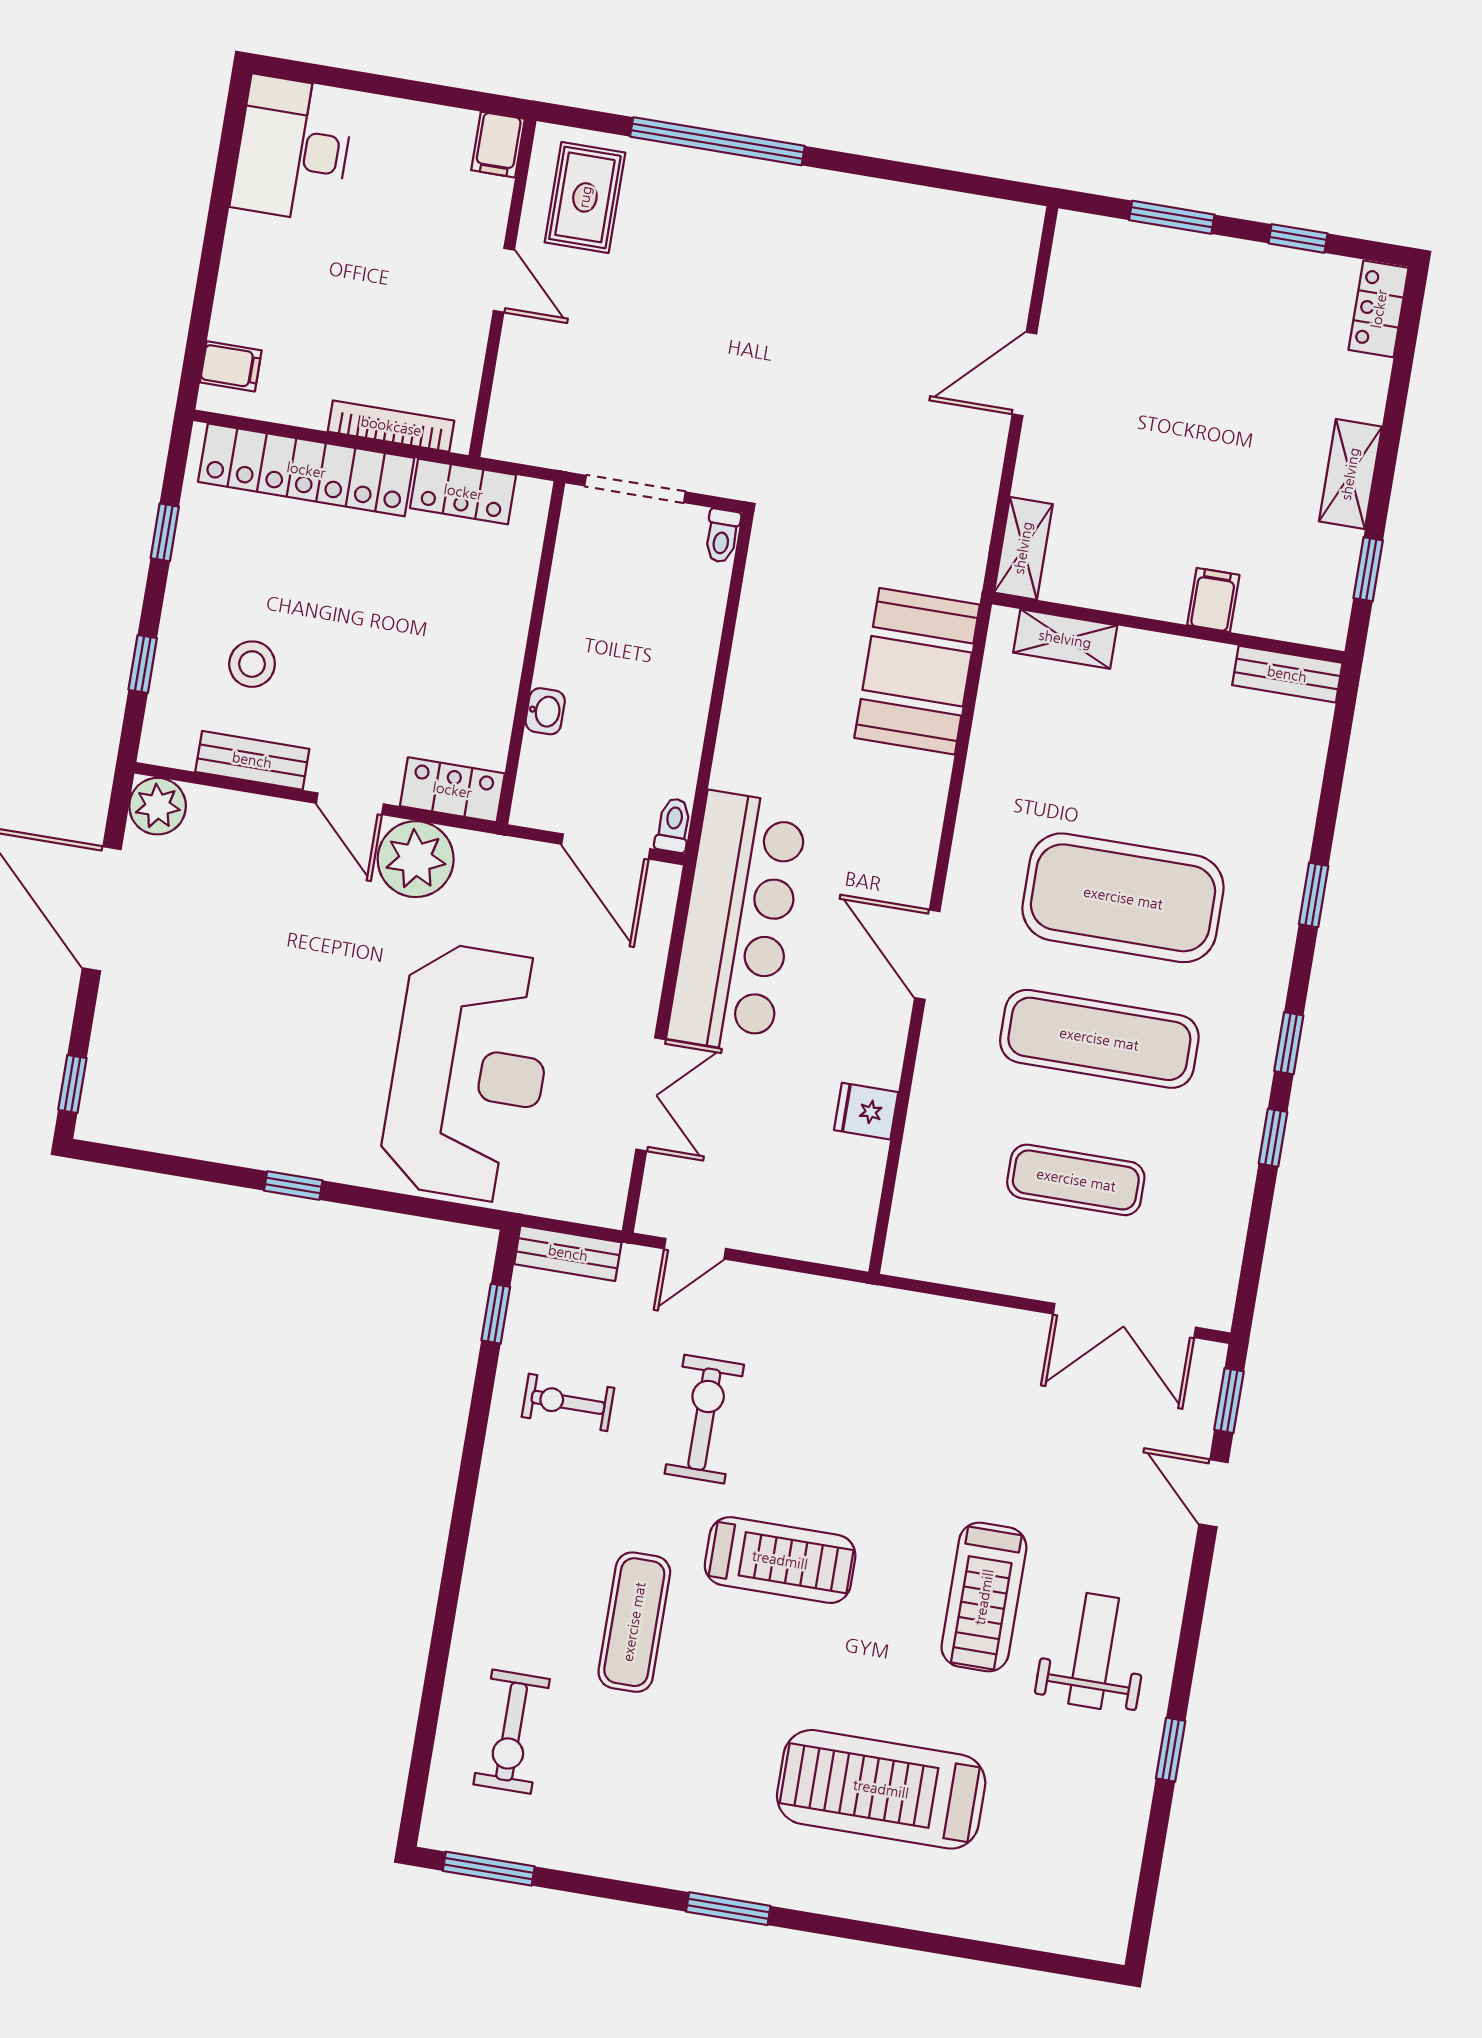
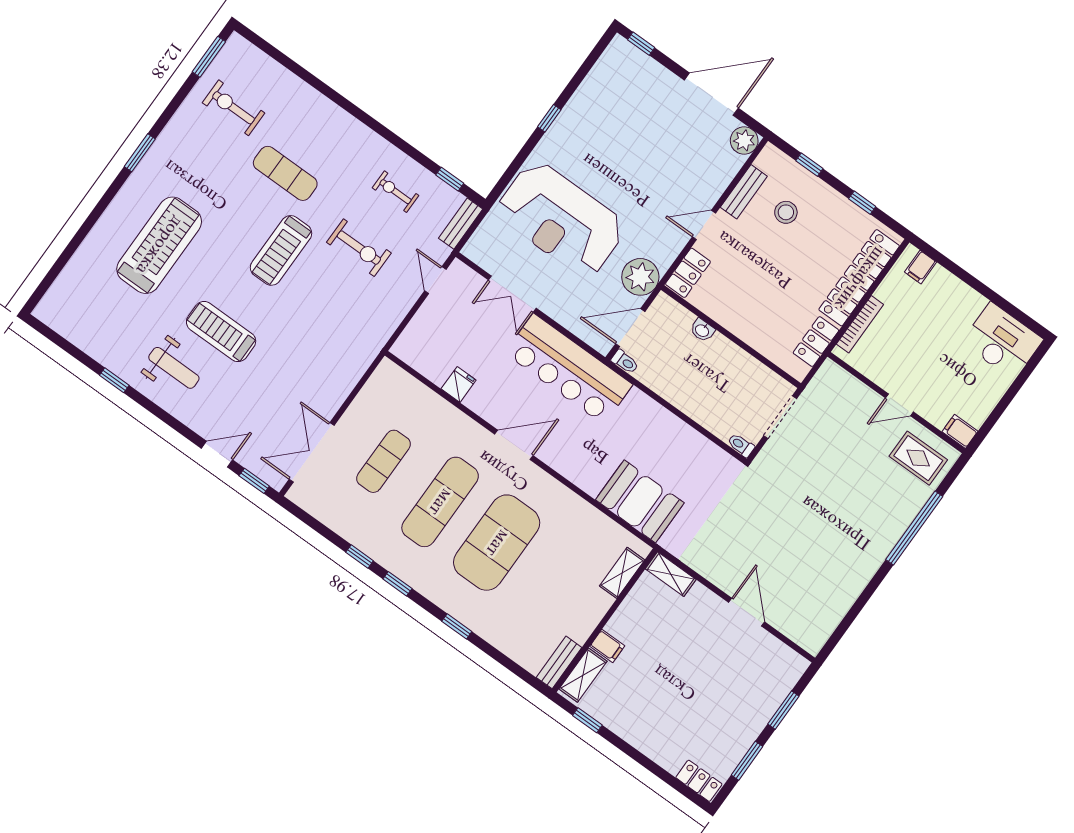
window: (1298, 238) -> (747, 761), width x1.50
shelving: (1350, 474) -> (583, 675), moved, turned 90
plant: (416, 859) -> (640, 277), moved
exercise bike: (568, 1402) -> (395, 192), turned -90
exercise bike: (512, 1732) -> (234, 108), moved

